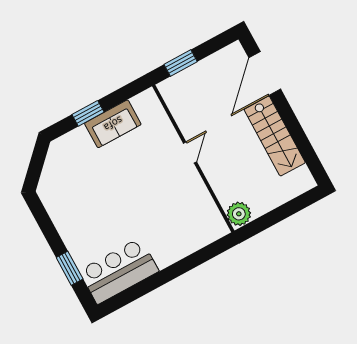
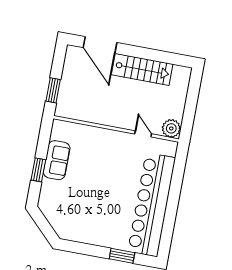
door: (190, 152) -> (143, 134), moved
bar counter: (119, 271) -> (152, 205), width x1.86

